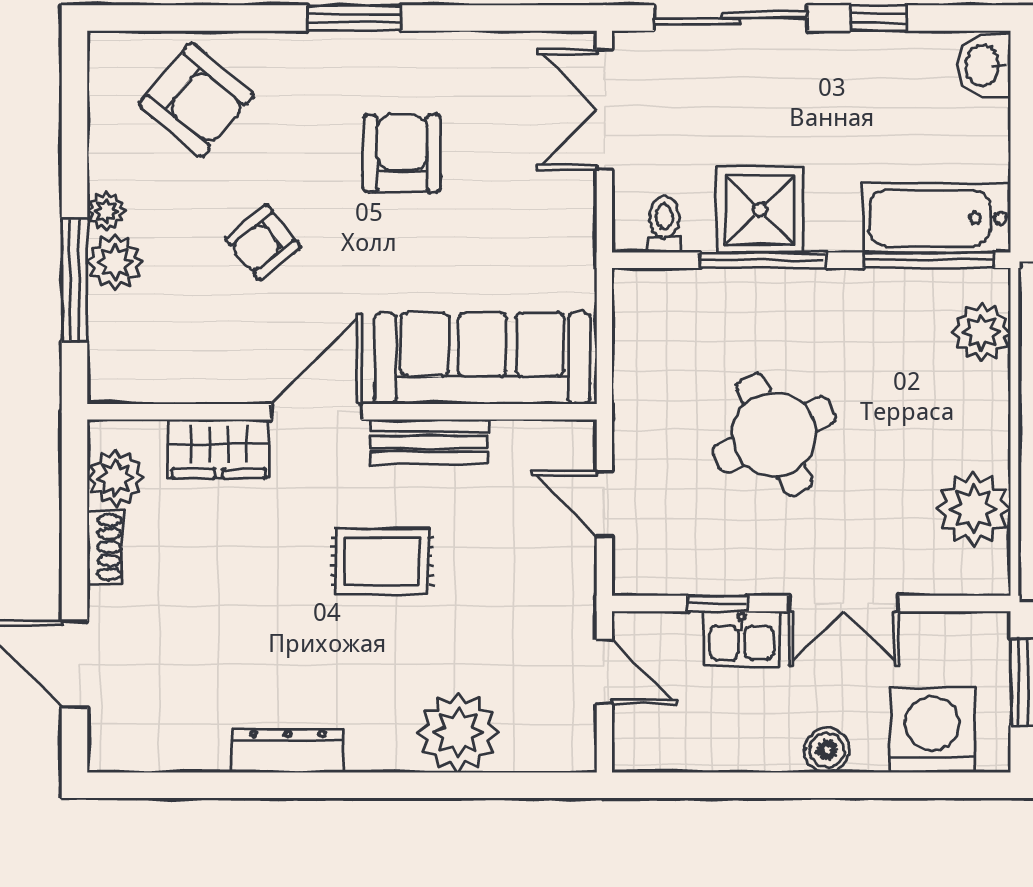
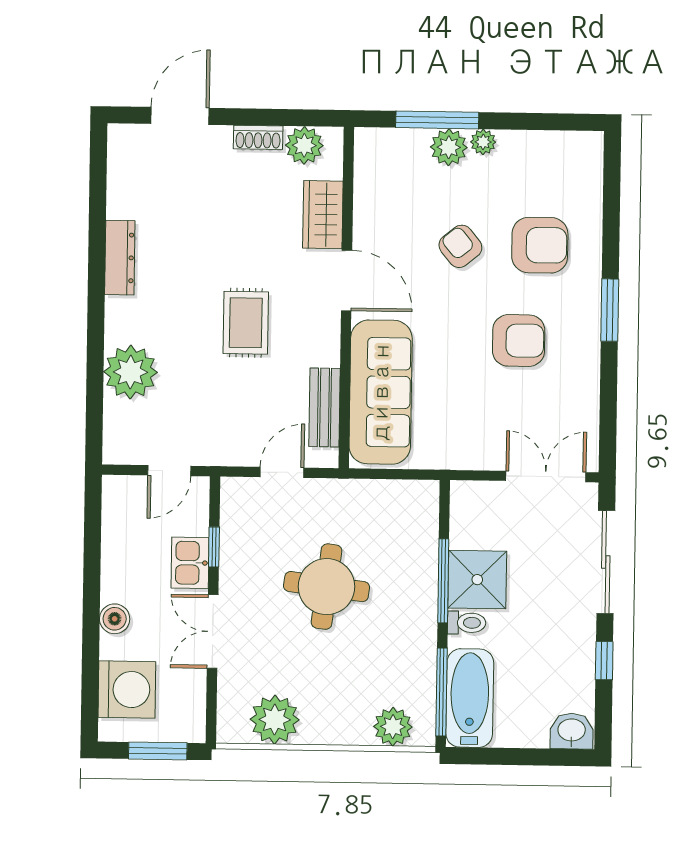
armchair: (196, 100) -> (540, 245), moved, turned -130
toilet: (664, 224) -> (467, 623), moved
round table: (774, 434) -> (327, 587), turned 32
bench: (429, 442) -> (324, 407), moved

